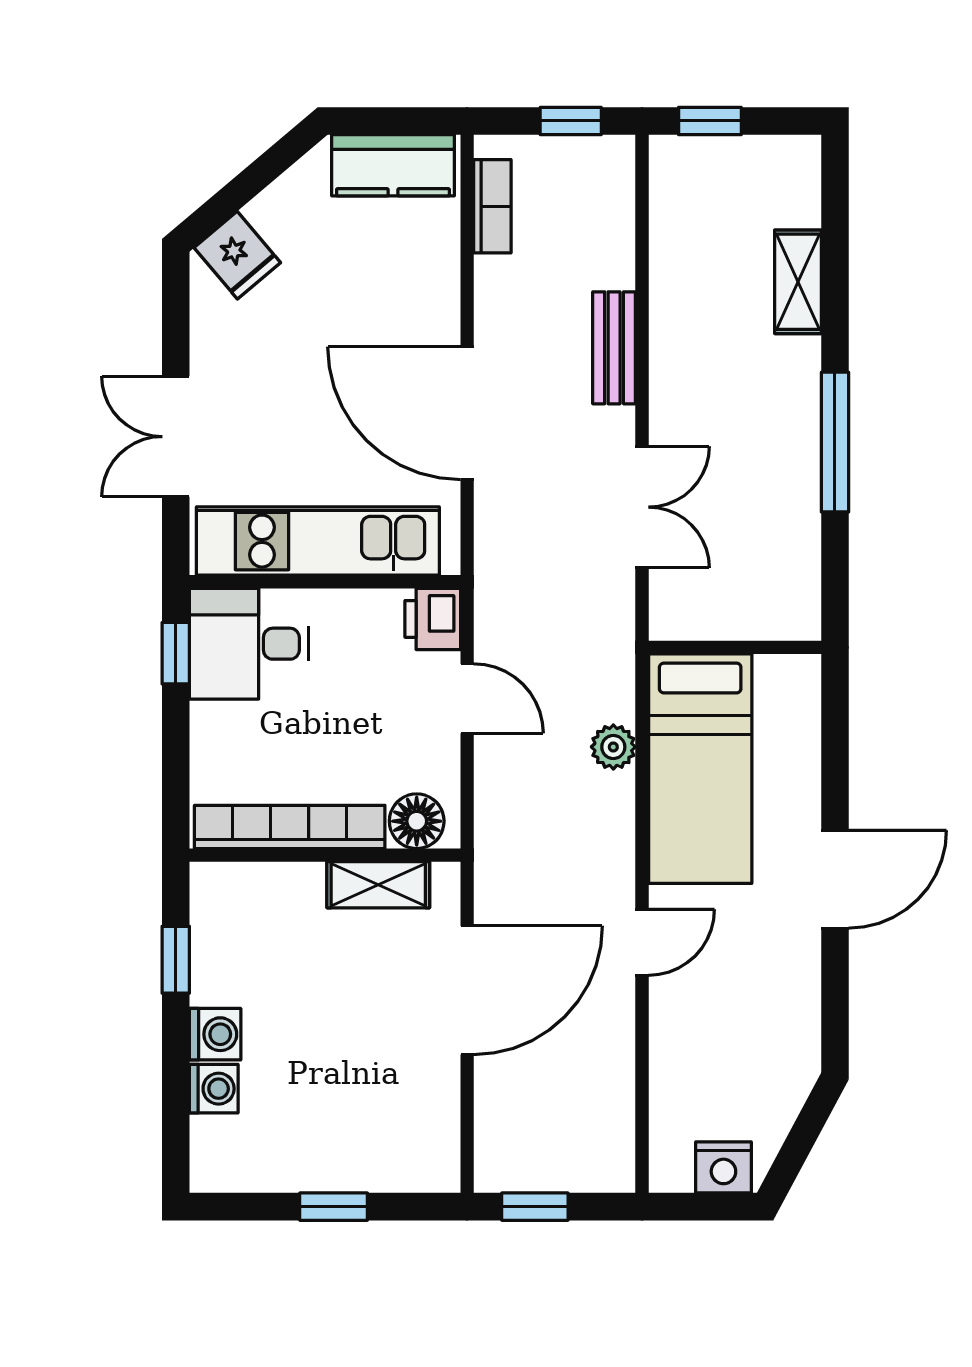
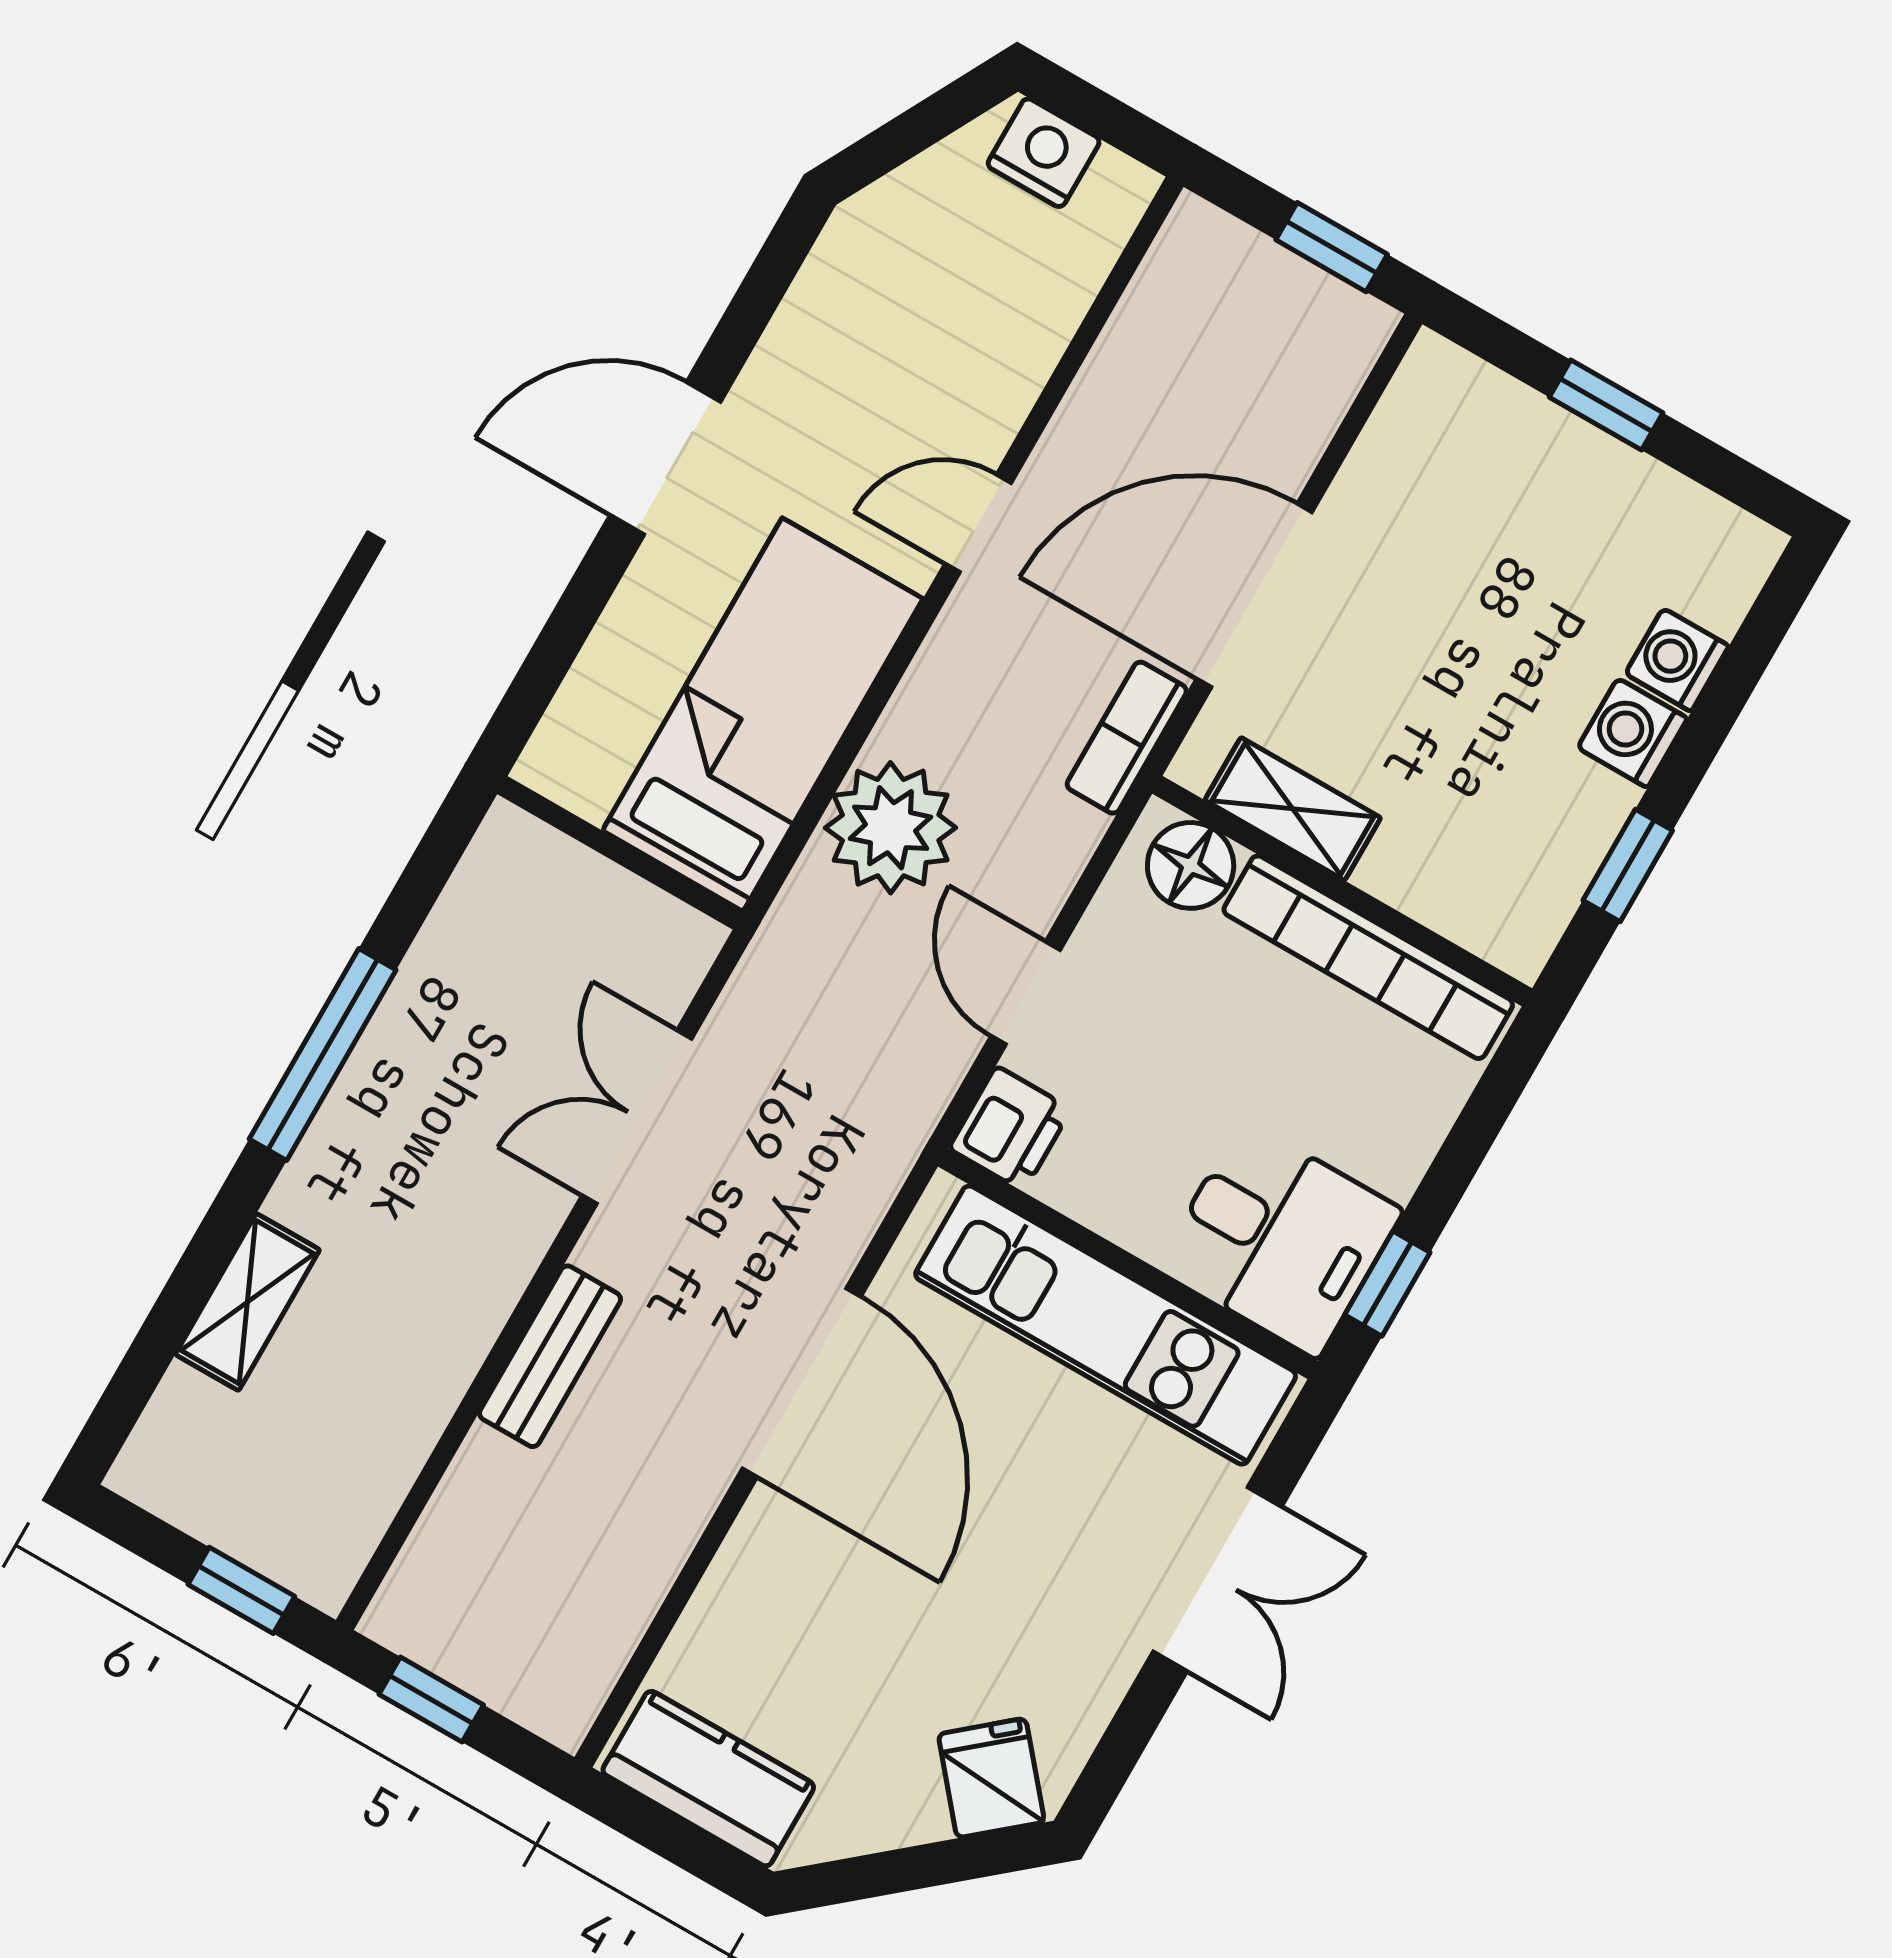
bookcase: (492, 206) -> (1127, 738), moved
plant: (613, 747) -> (891, 828), width x1.87, depth x1.87

